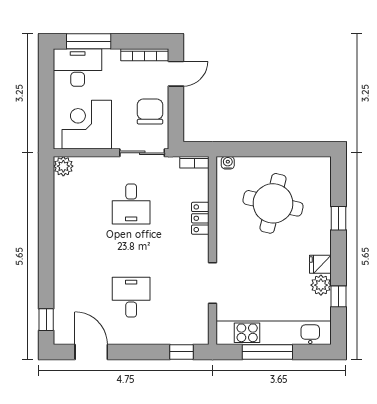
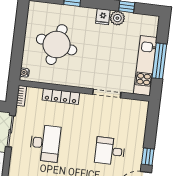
desk: (131, 204) -> (45, 143), width x1.37
locker: (200, 218) -> (61, 96), width x1.53
kitchen unit: (274, 333) -> (145, 66), width x0.73
window: (182, 352) -> (148, 157), moved

